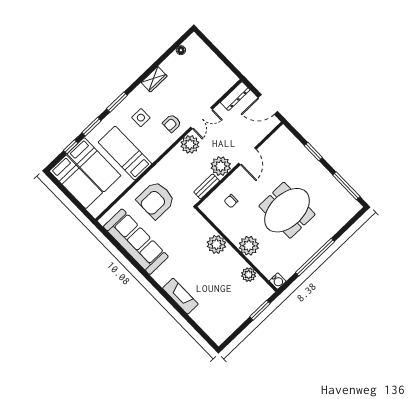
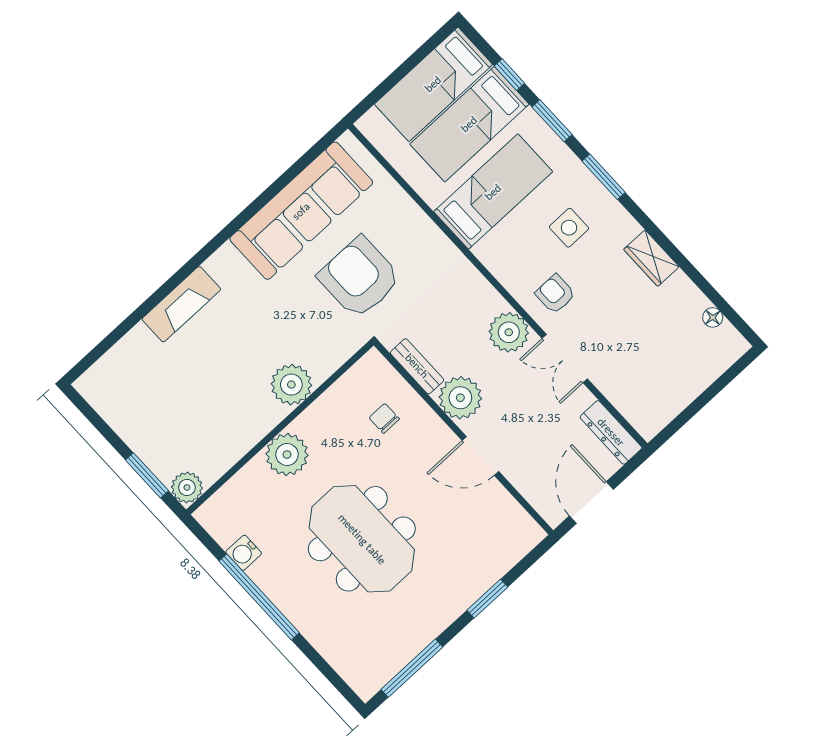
armchair: (156, 200) -> (359, 278), moved
plant: (249, 275) -> (187, 487), moved
water cooler: (278, 281) -> (244, 553), moved

